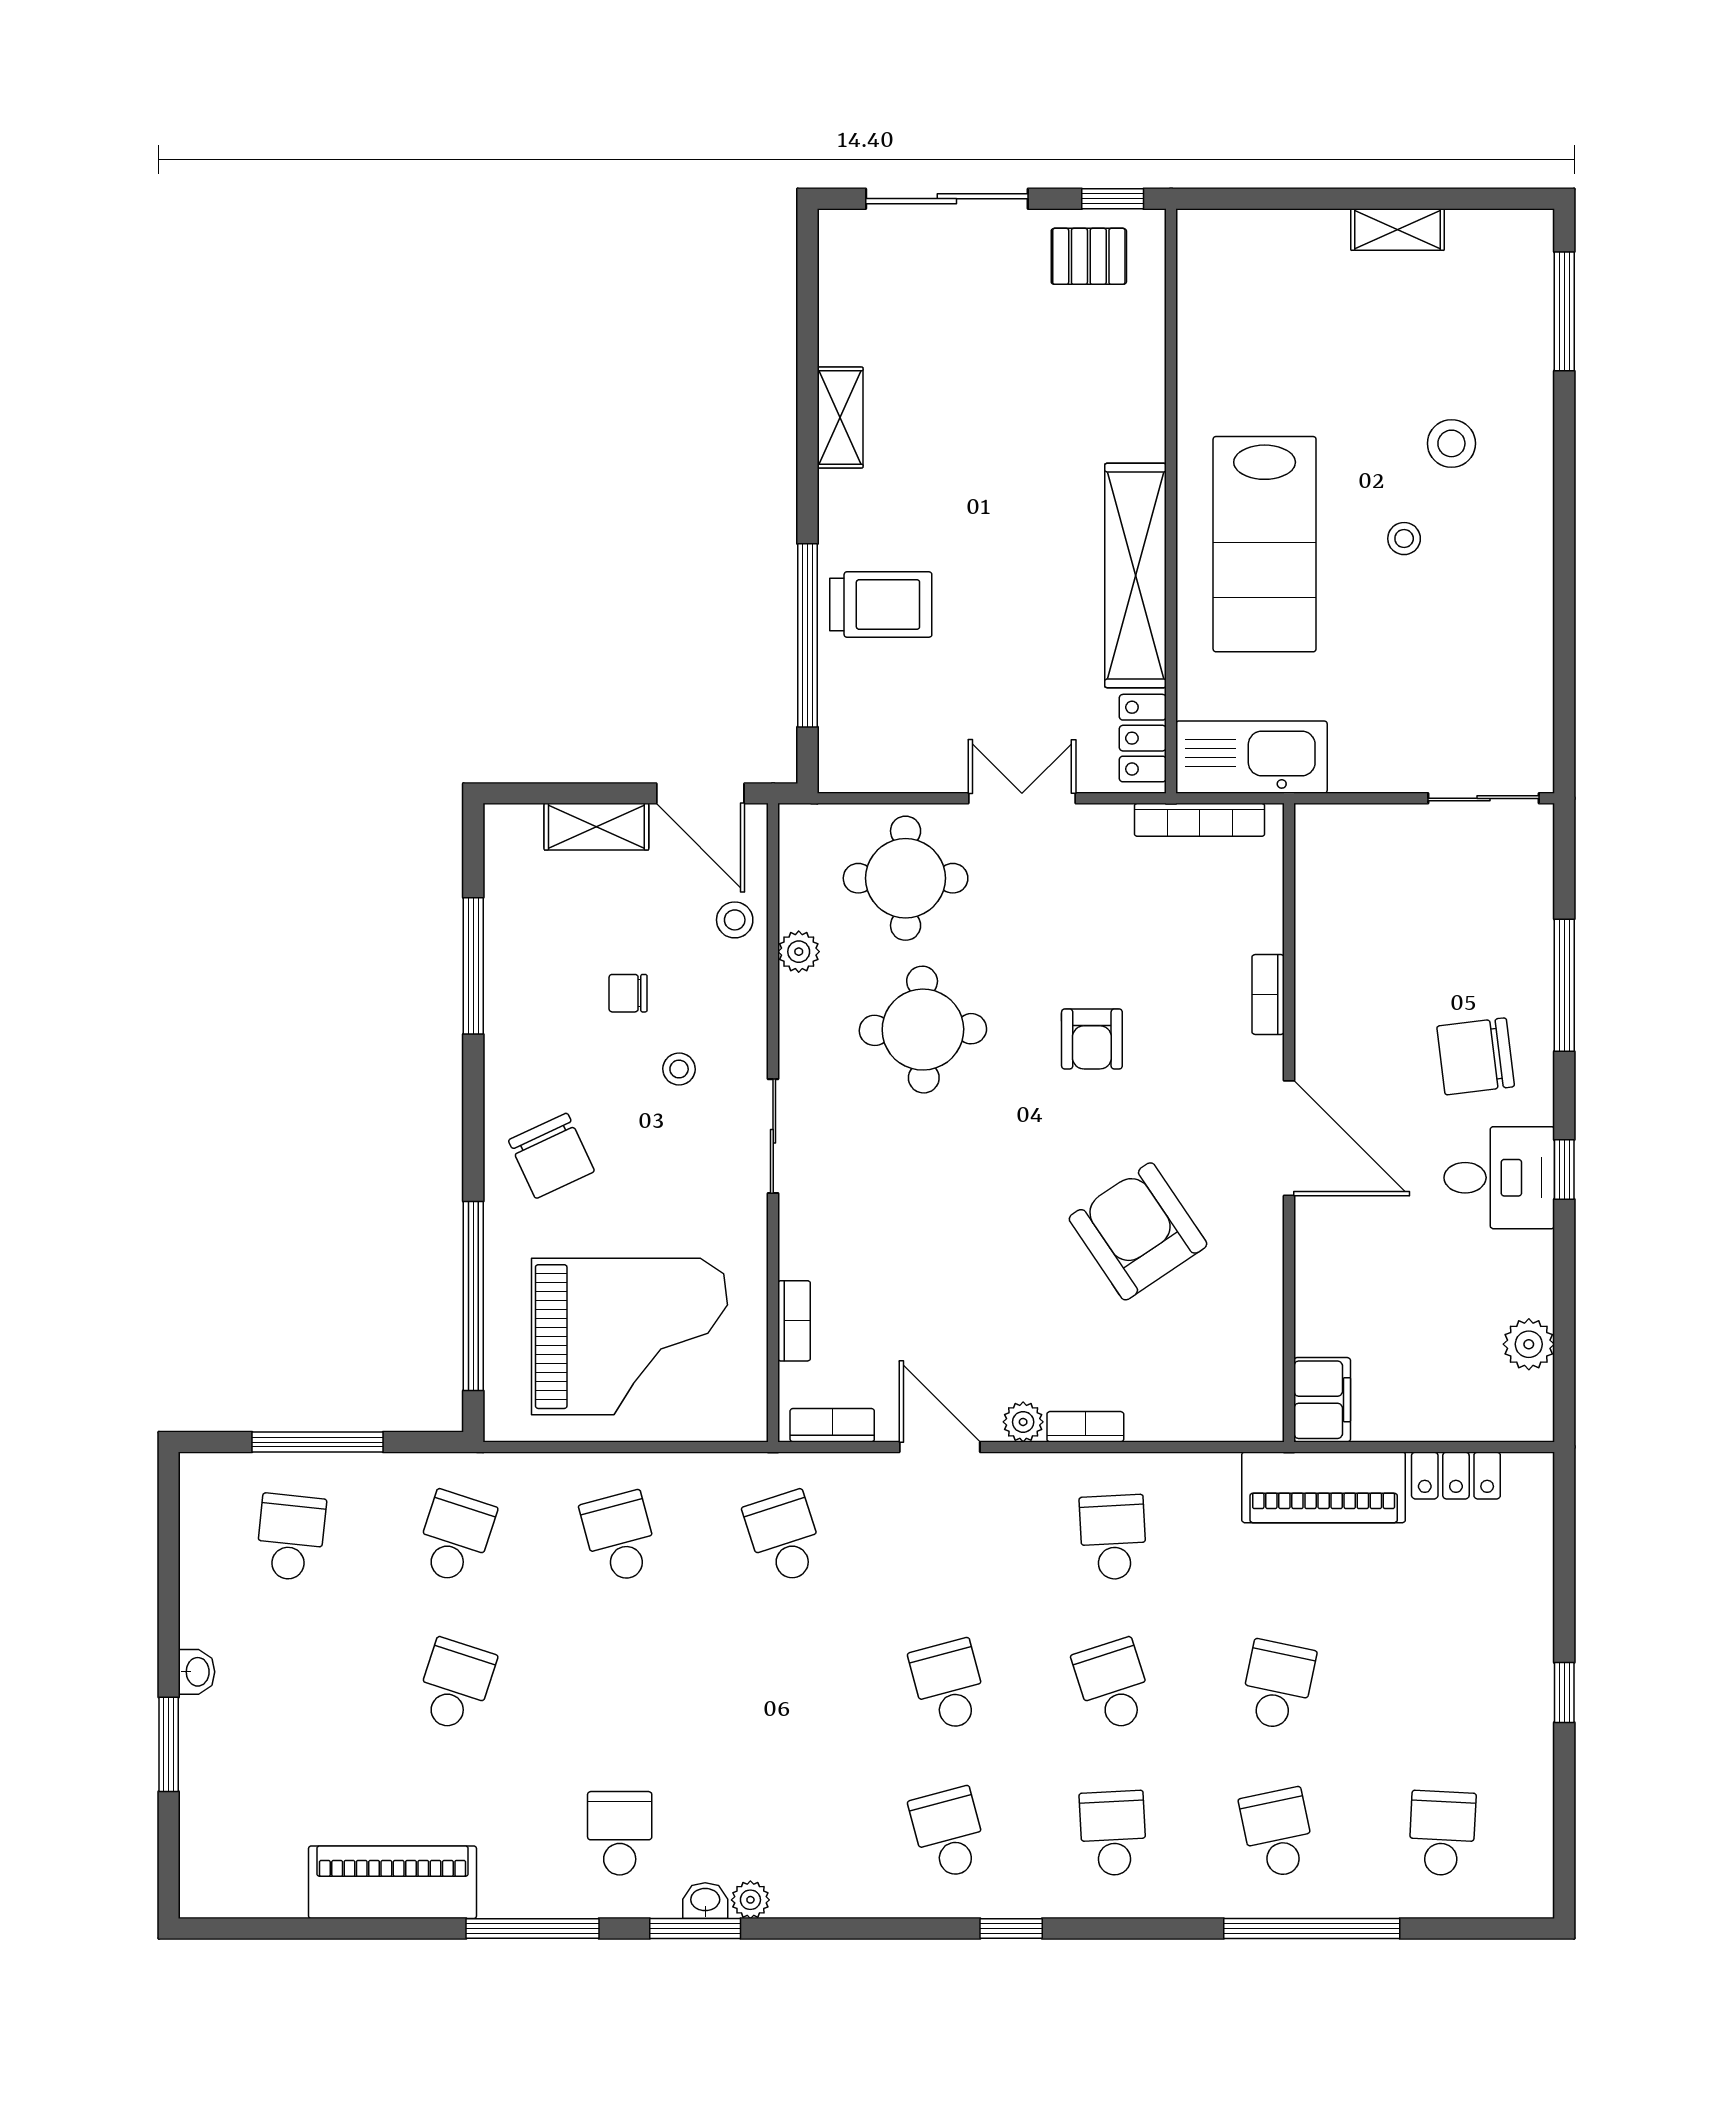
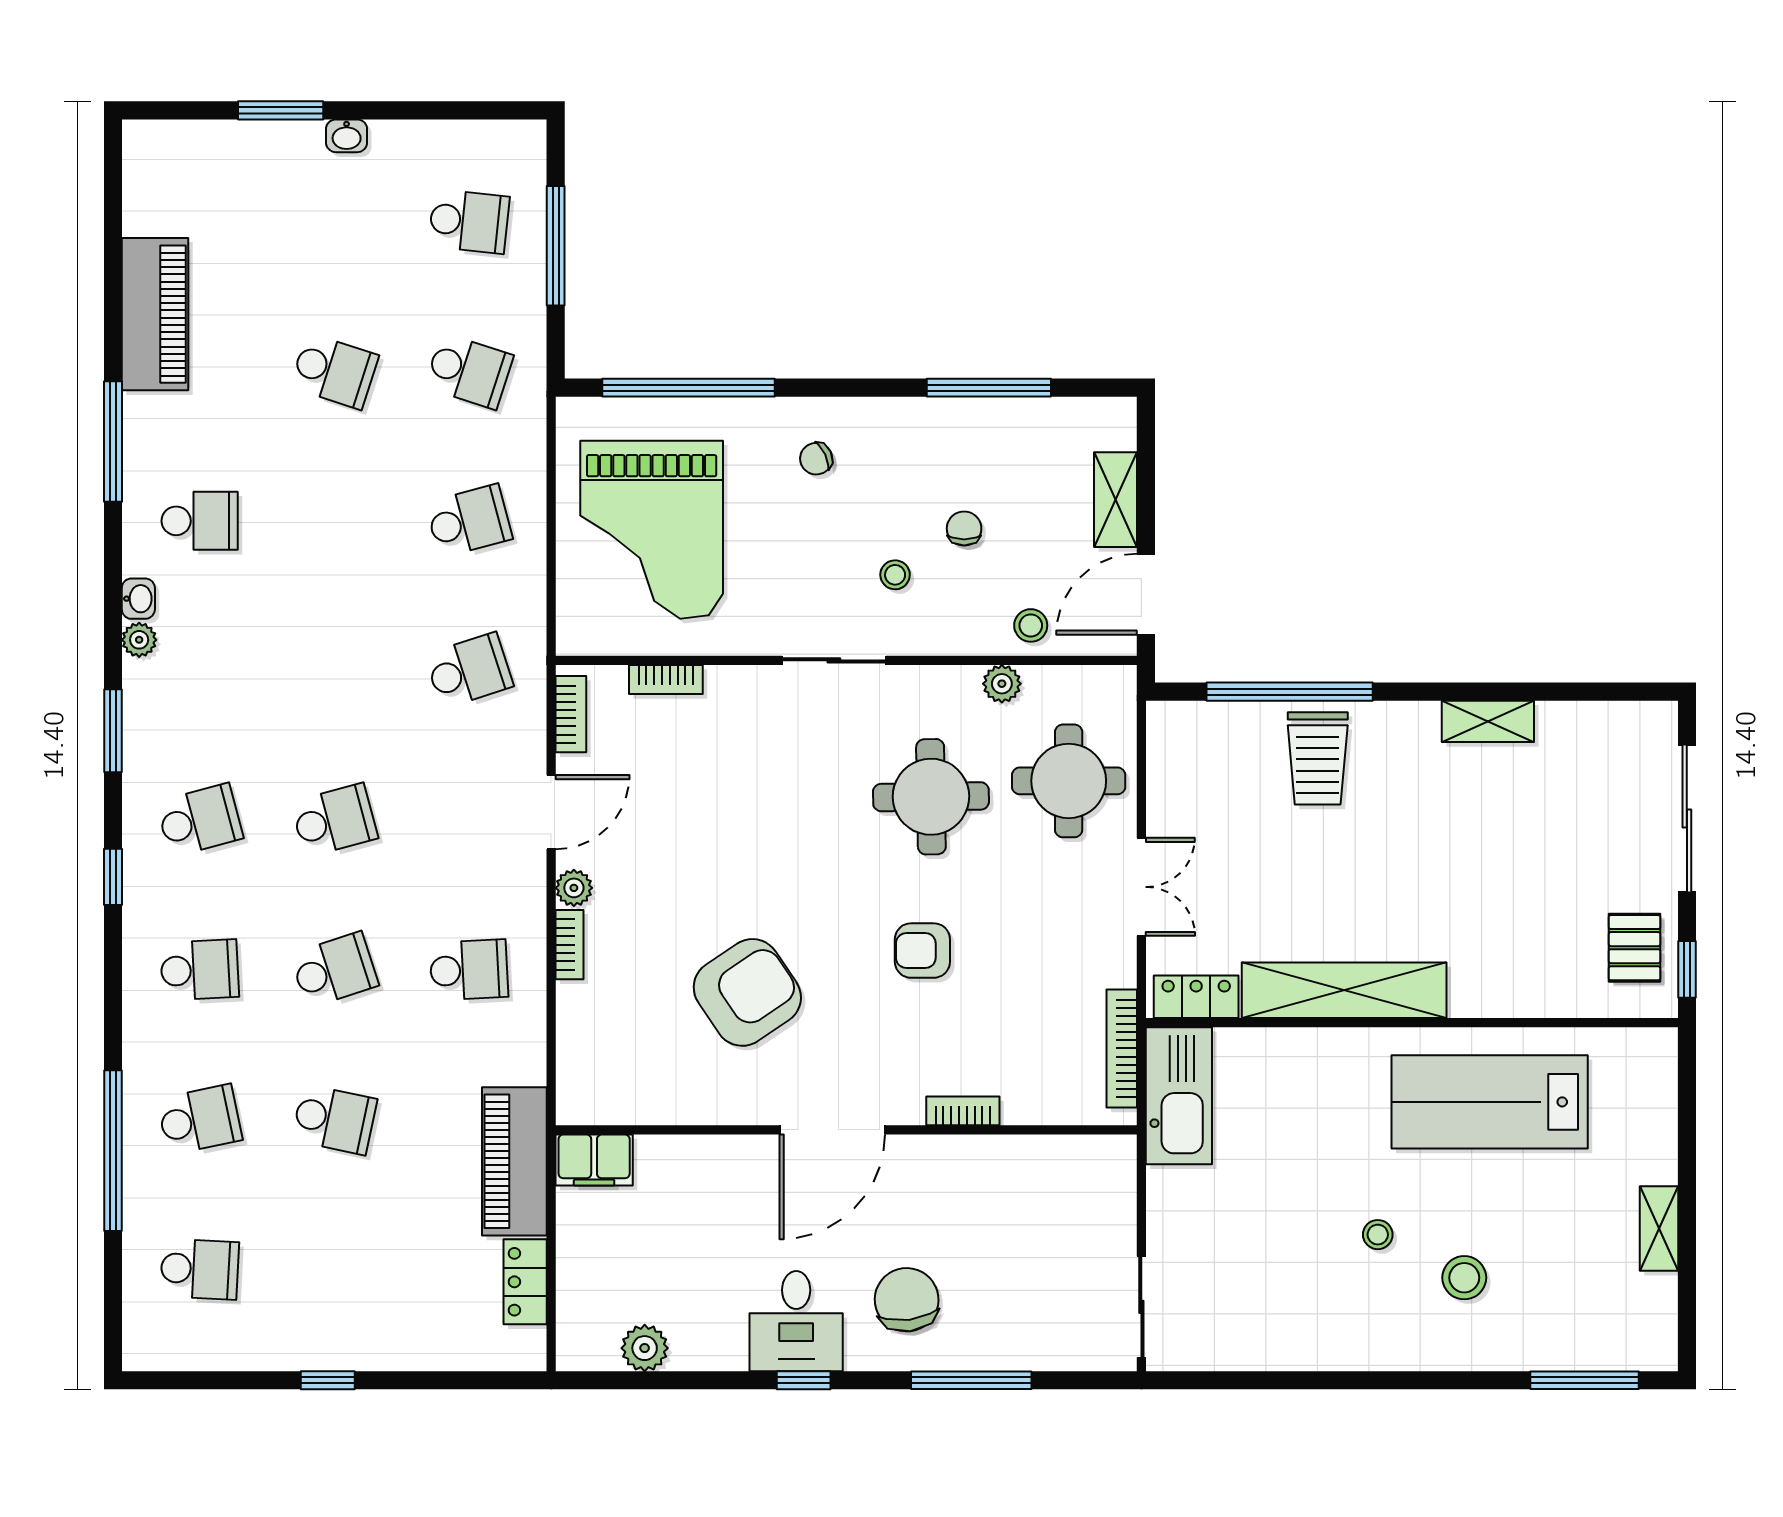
lab bench: (1265, 544) -> (1490, 1102), moved
chair: (551, 1156) -> (816, 459), width x0.54, depth x0.54
window: (695, 1929) -> (113, 731), moved

